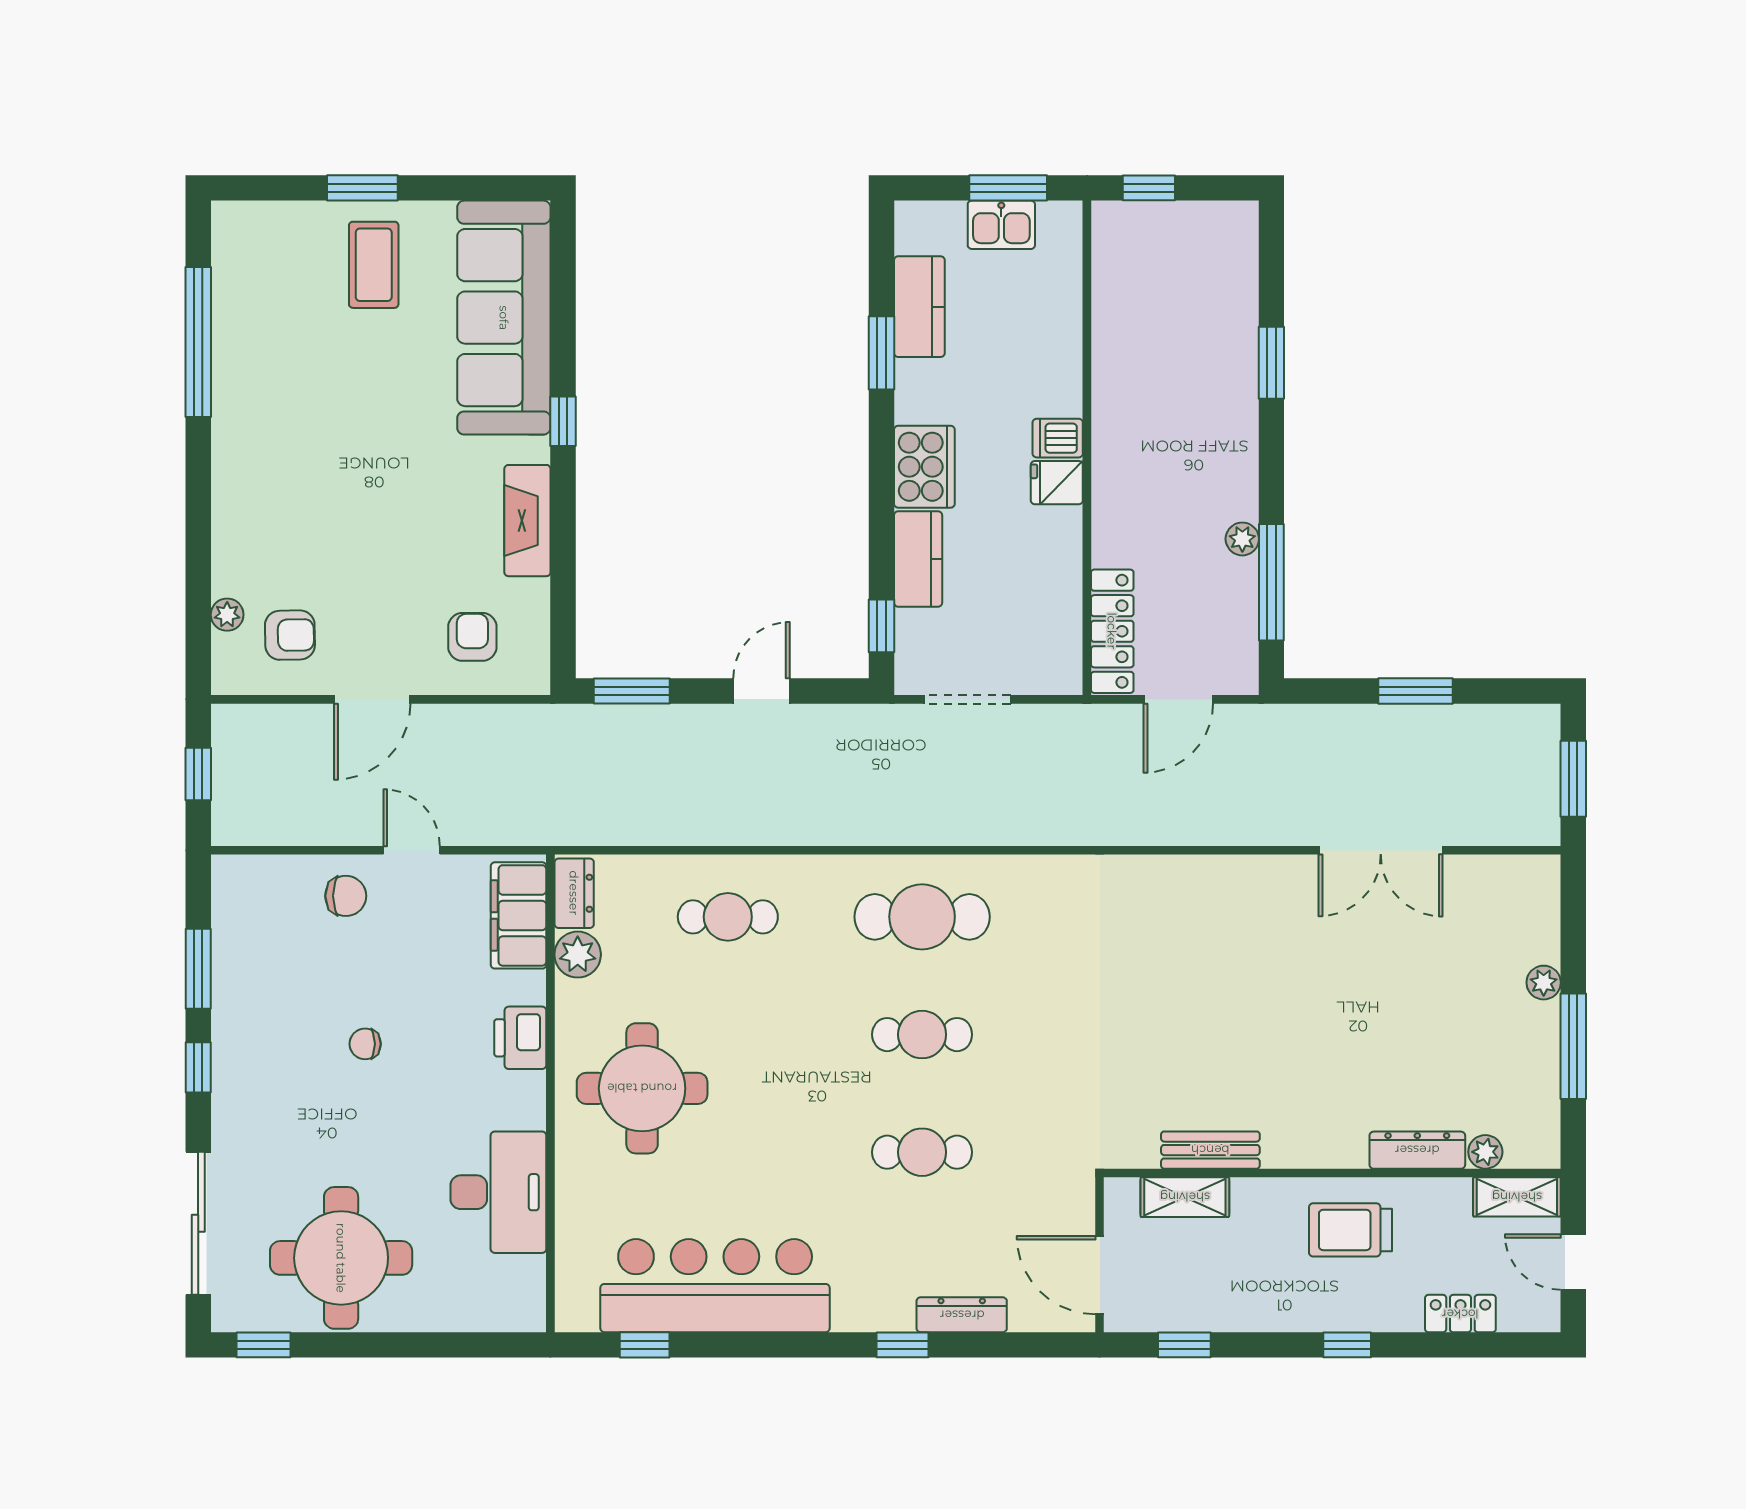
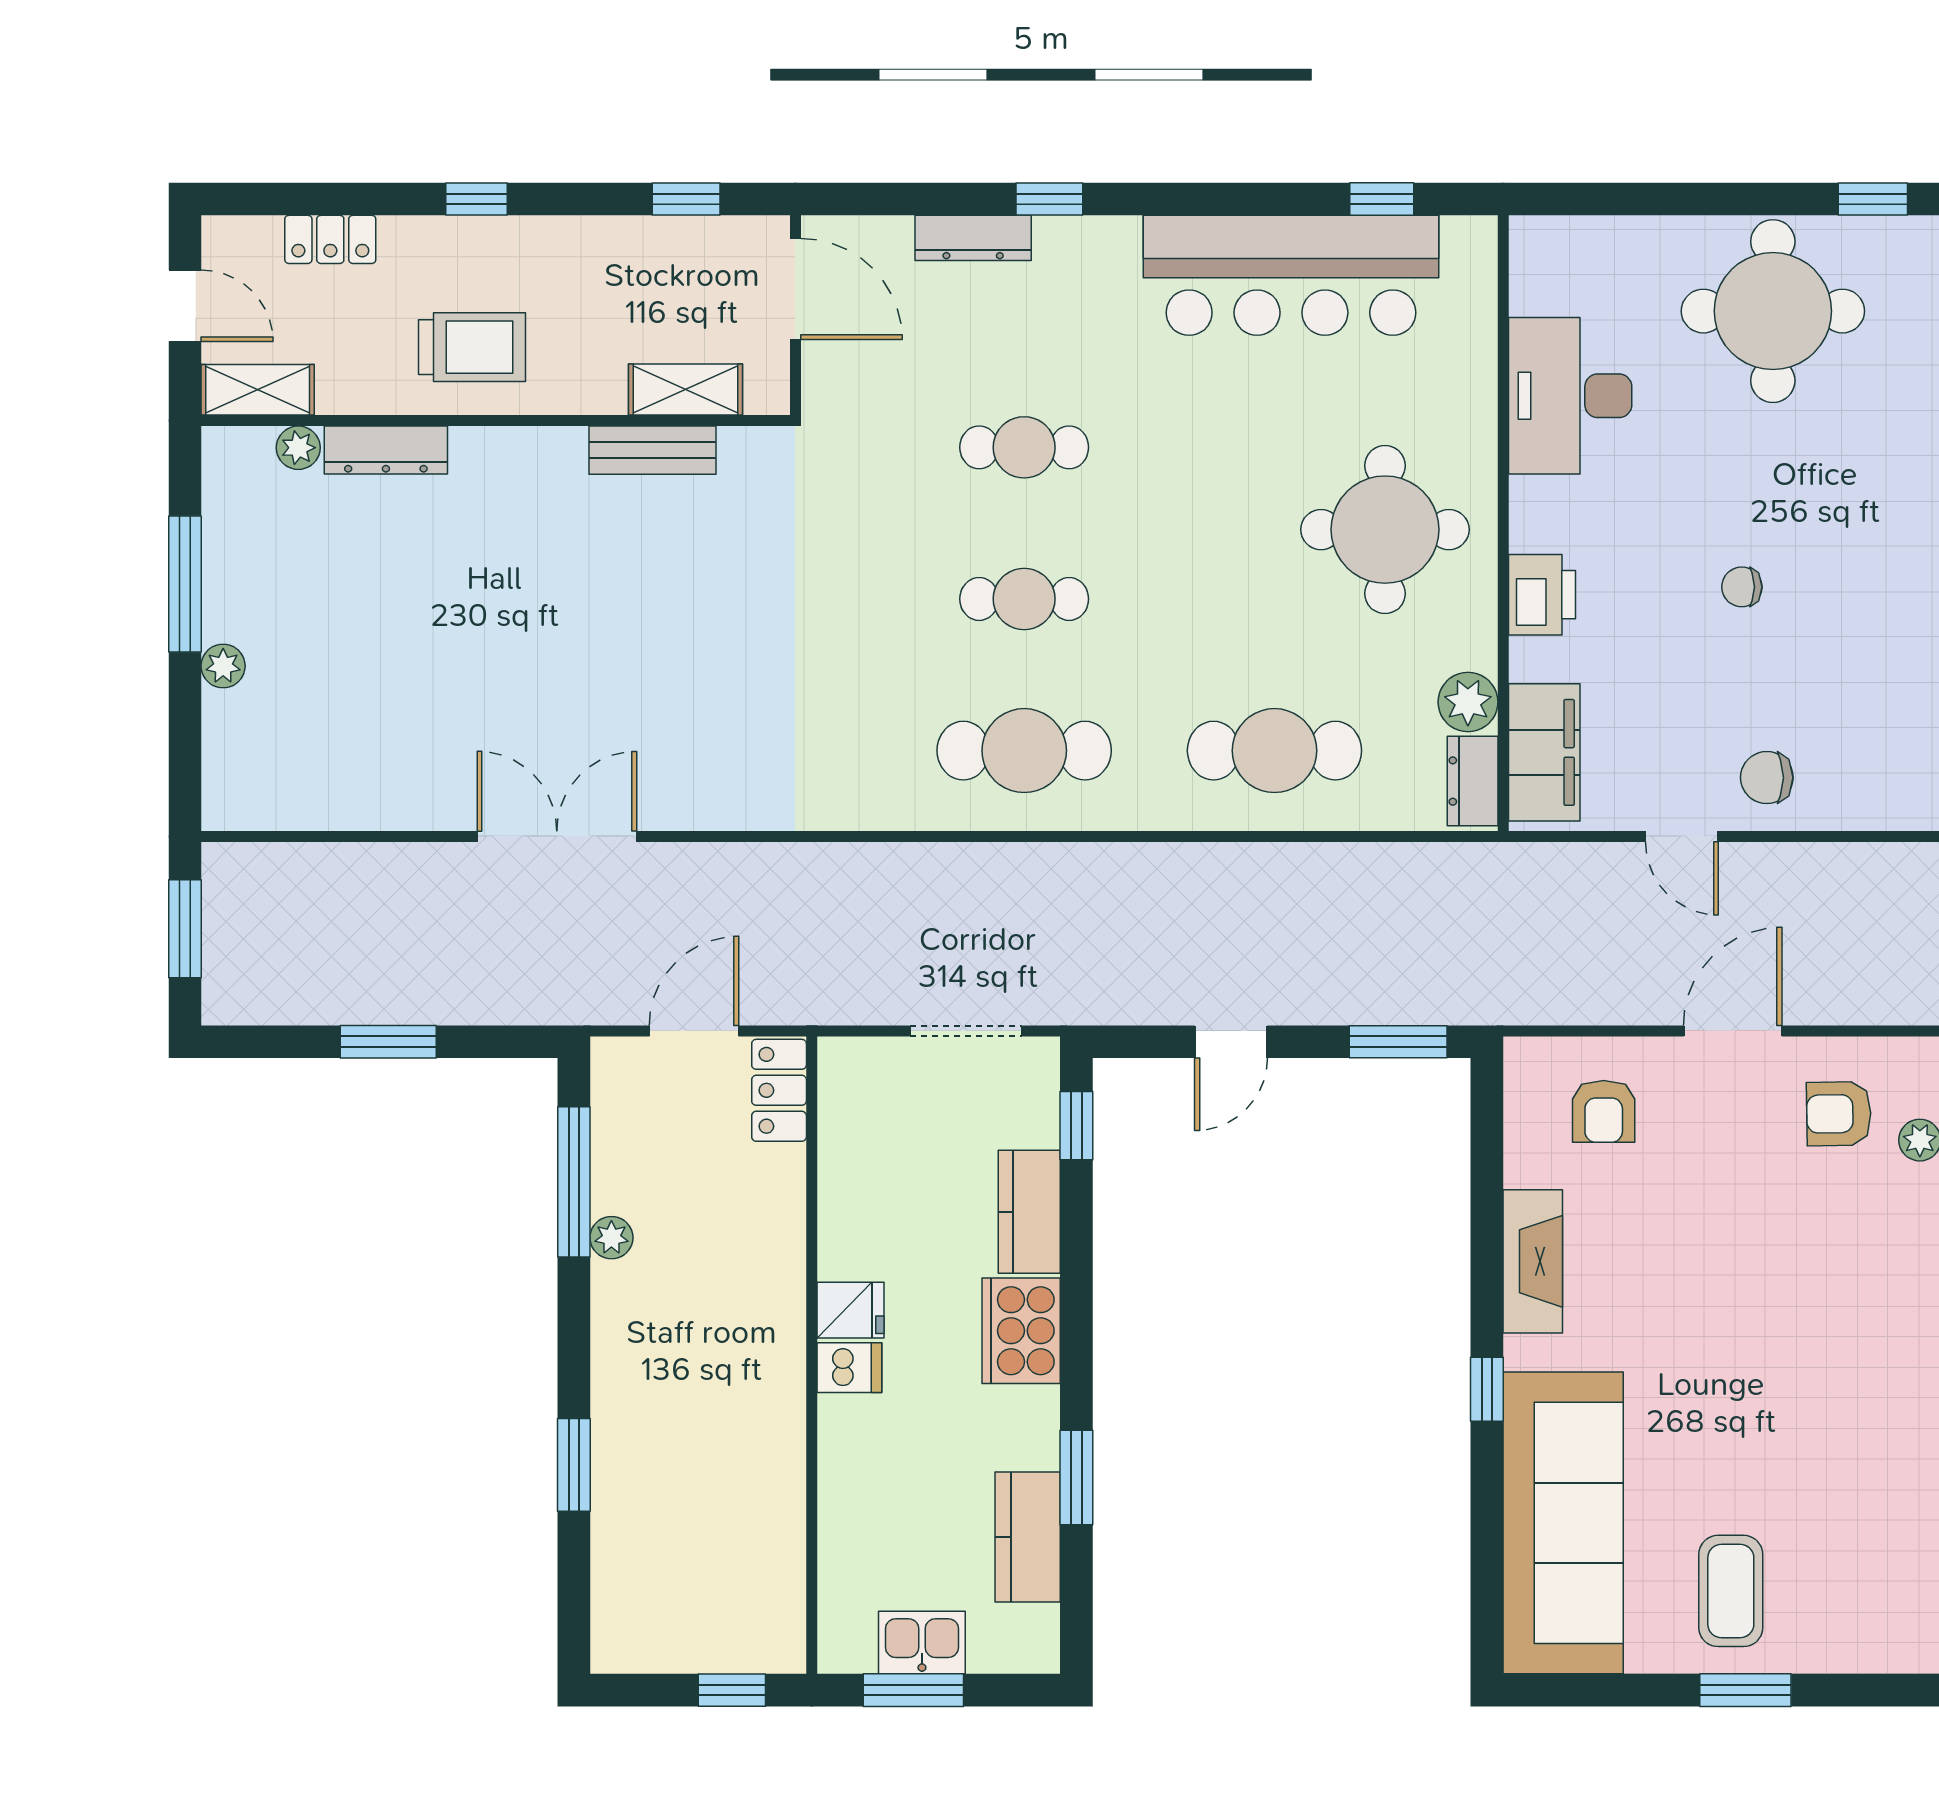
locker: (1112, 631) -> (779, 1090), width x0.66
double door: (1381, 850) -> (557, 836), moved
cafe table: (728, 917) -> (1274, 751), width x1.37, depth x1.35
chair: (365, 1044) -> (1742, 587), turned 180

